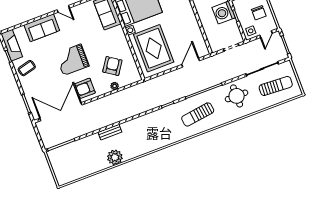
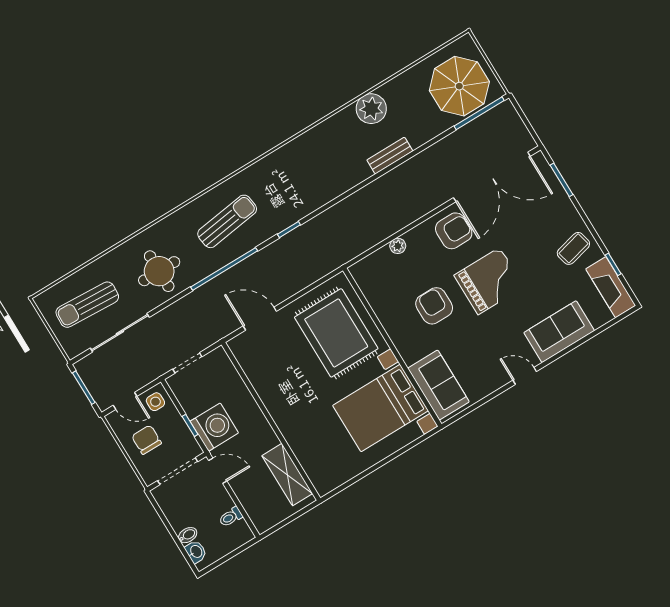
door: (266, 34) -> (125, 401), swing flipped
door: (191, 63) -> (260, 319), swing flipped
armchair: (112, 66) -> (434, 306), moved, turned 146
parasol: (69, 160) -> (459, 86), added

